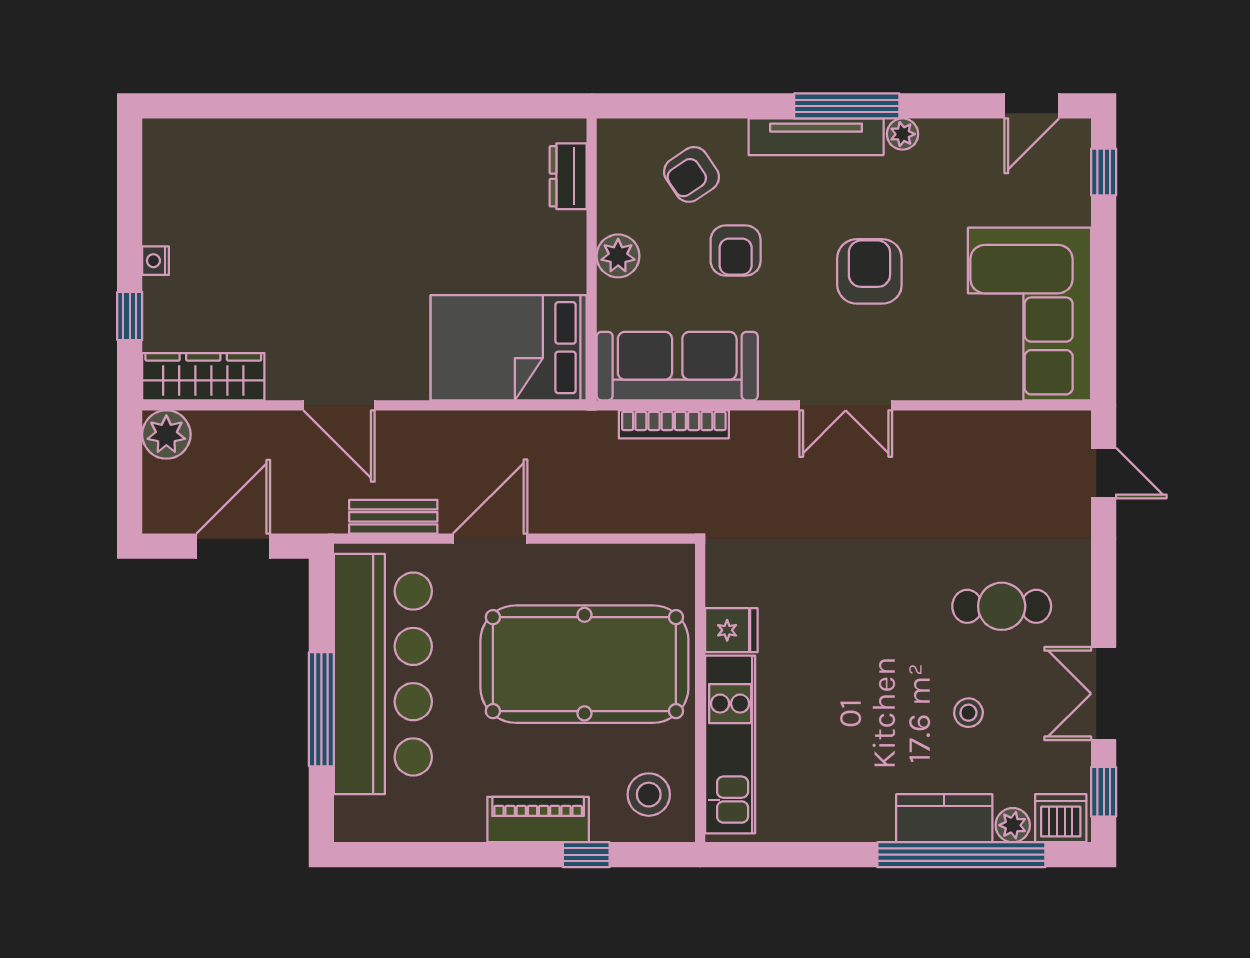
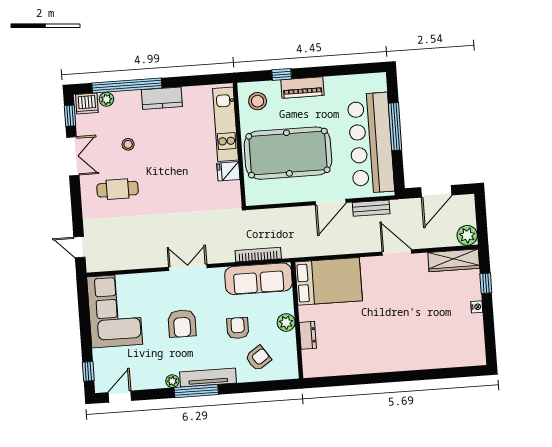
dresser: (568, 176) -> (308, 335), moved
kitchen counter: (944, 818) -> (162, 98), moved

